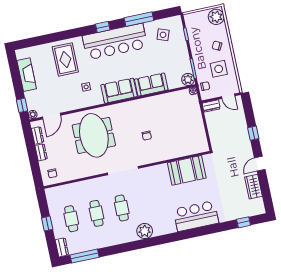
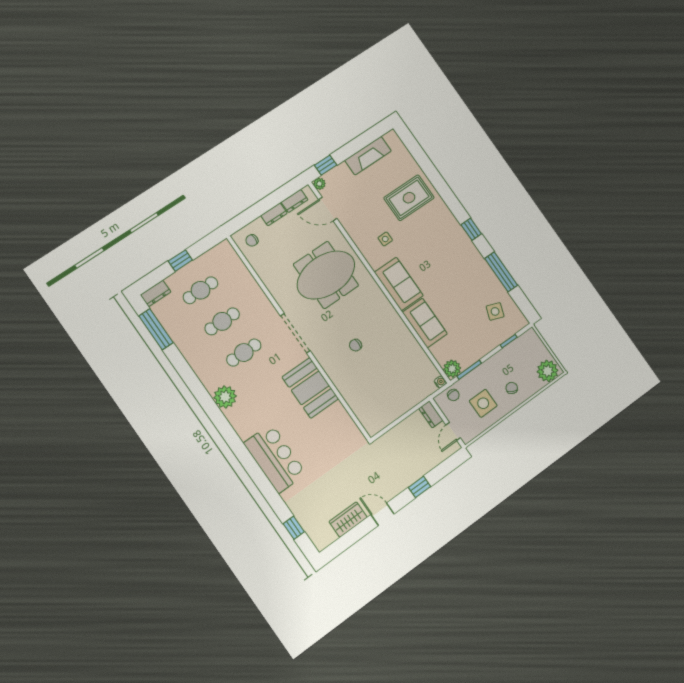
bar counter: (115, 42) -> (459, 253), removed
booth: (187, 170) -> (310, 388), moved

